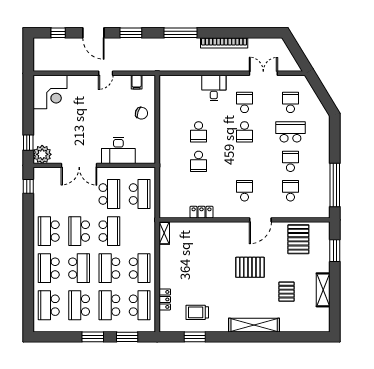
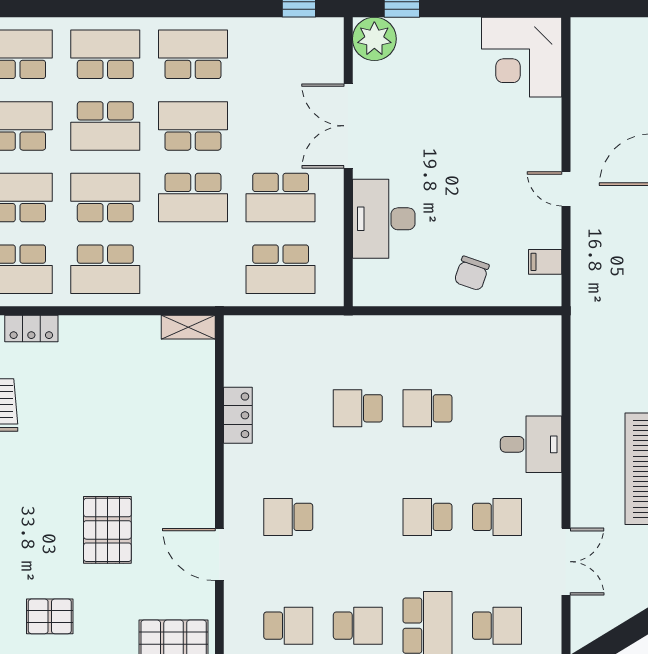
school desk: (244, 191) -> (288, 517), turned 180

